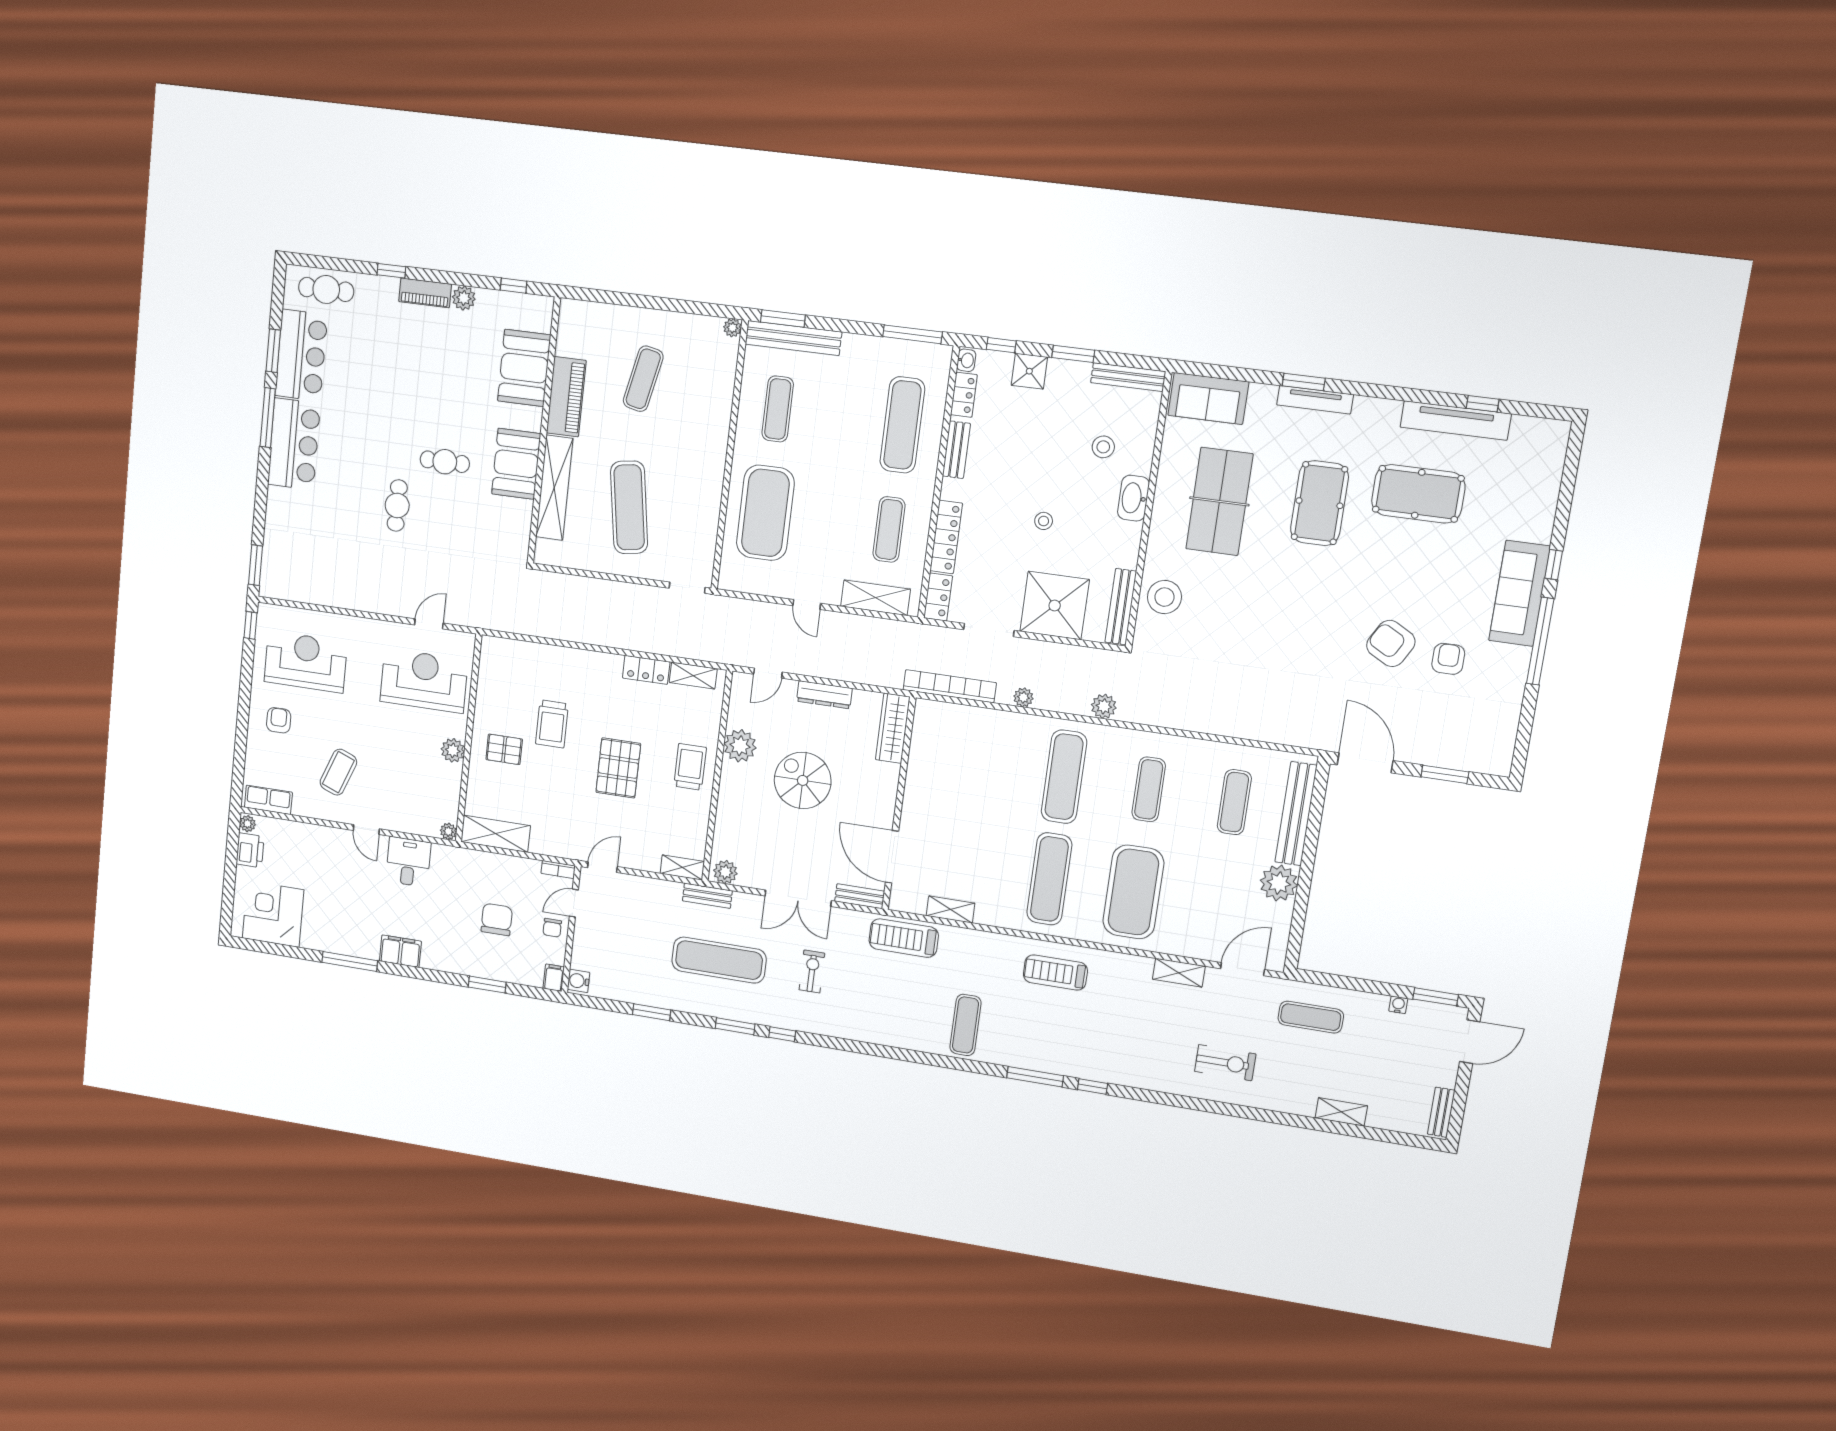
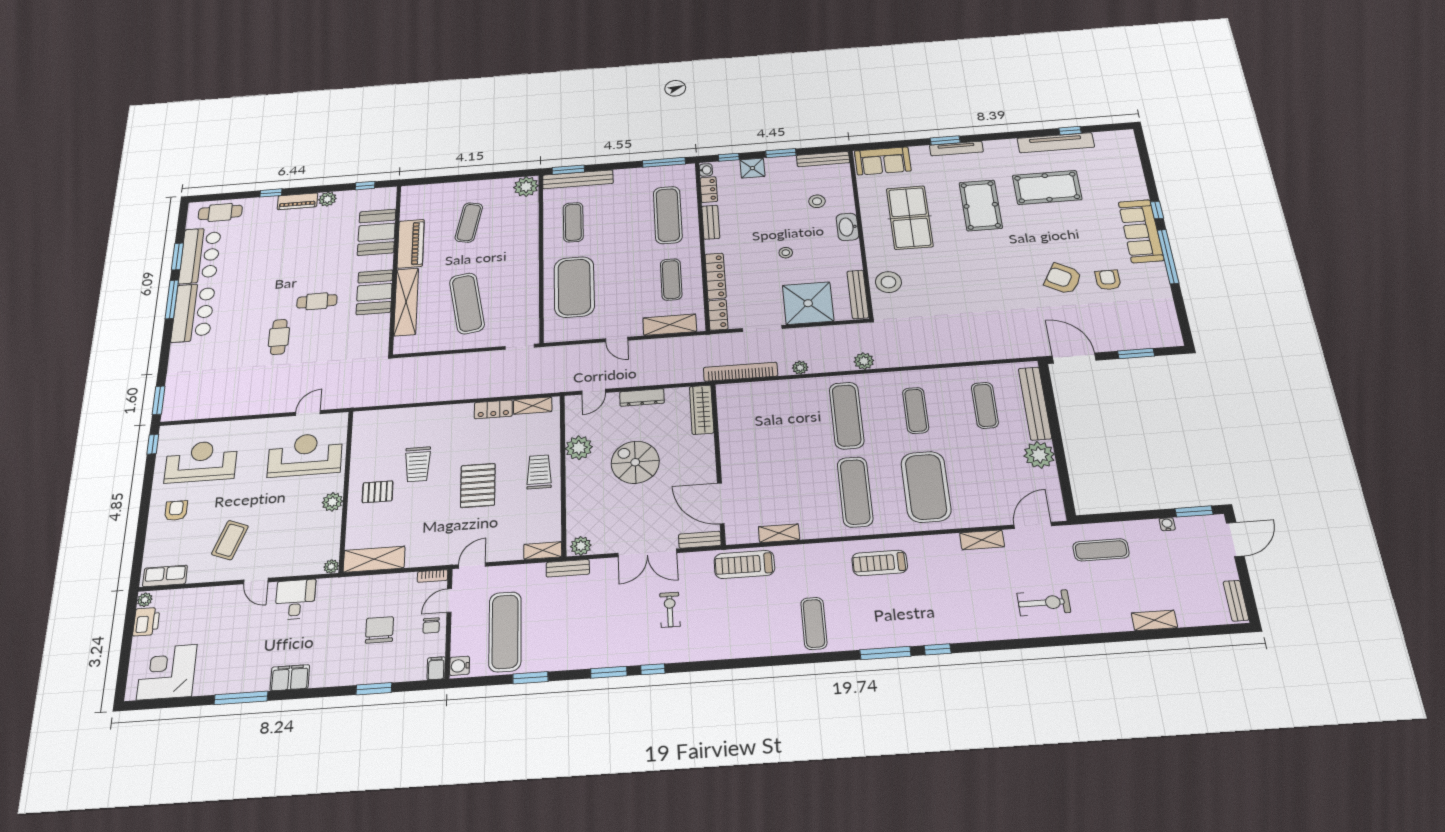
plant: (732, 328) -> (526, 187), width x1.88, depth x1.88
exercise mat: (719, 960) -> (505, 632), moved, turned 90

